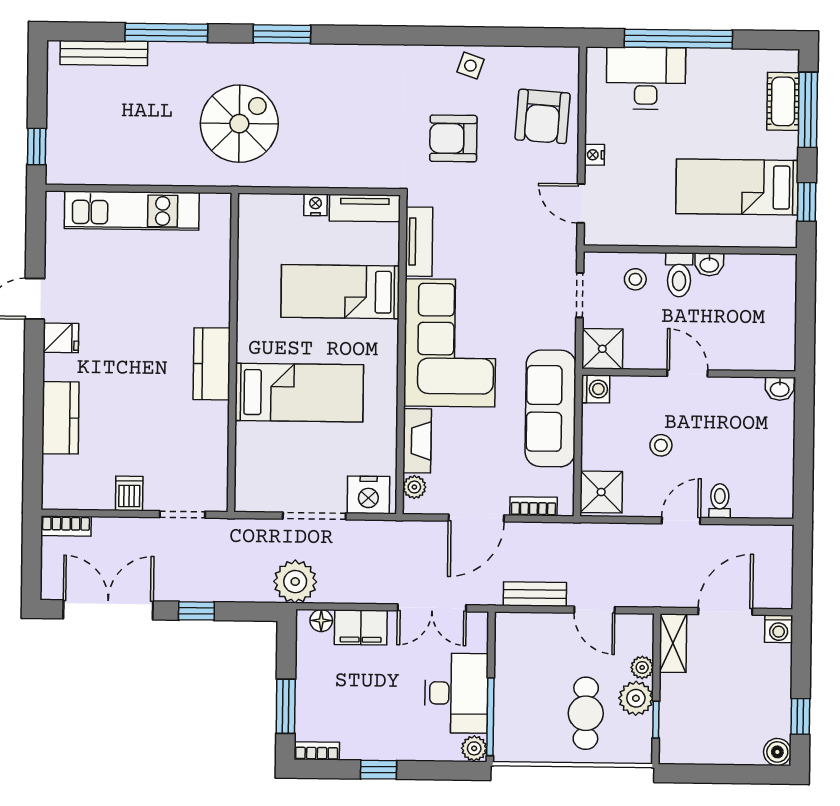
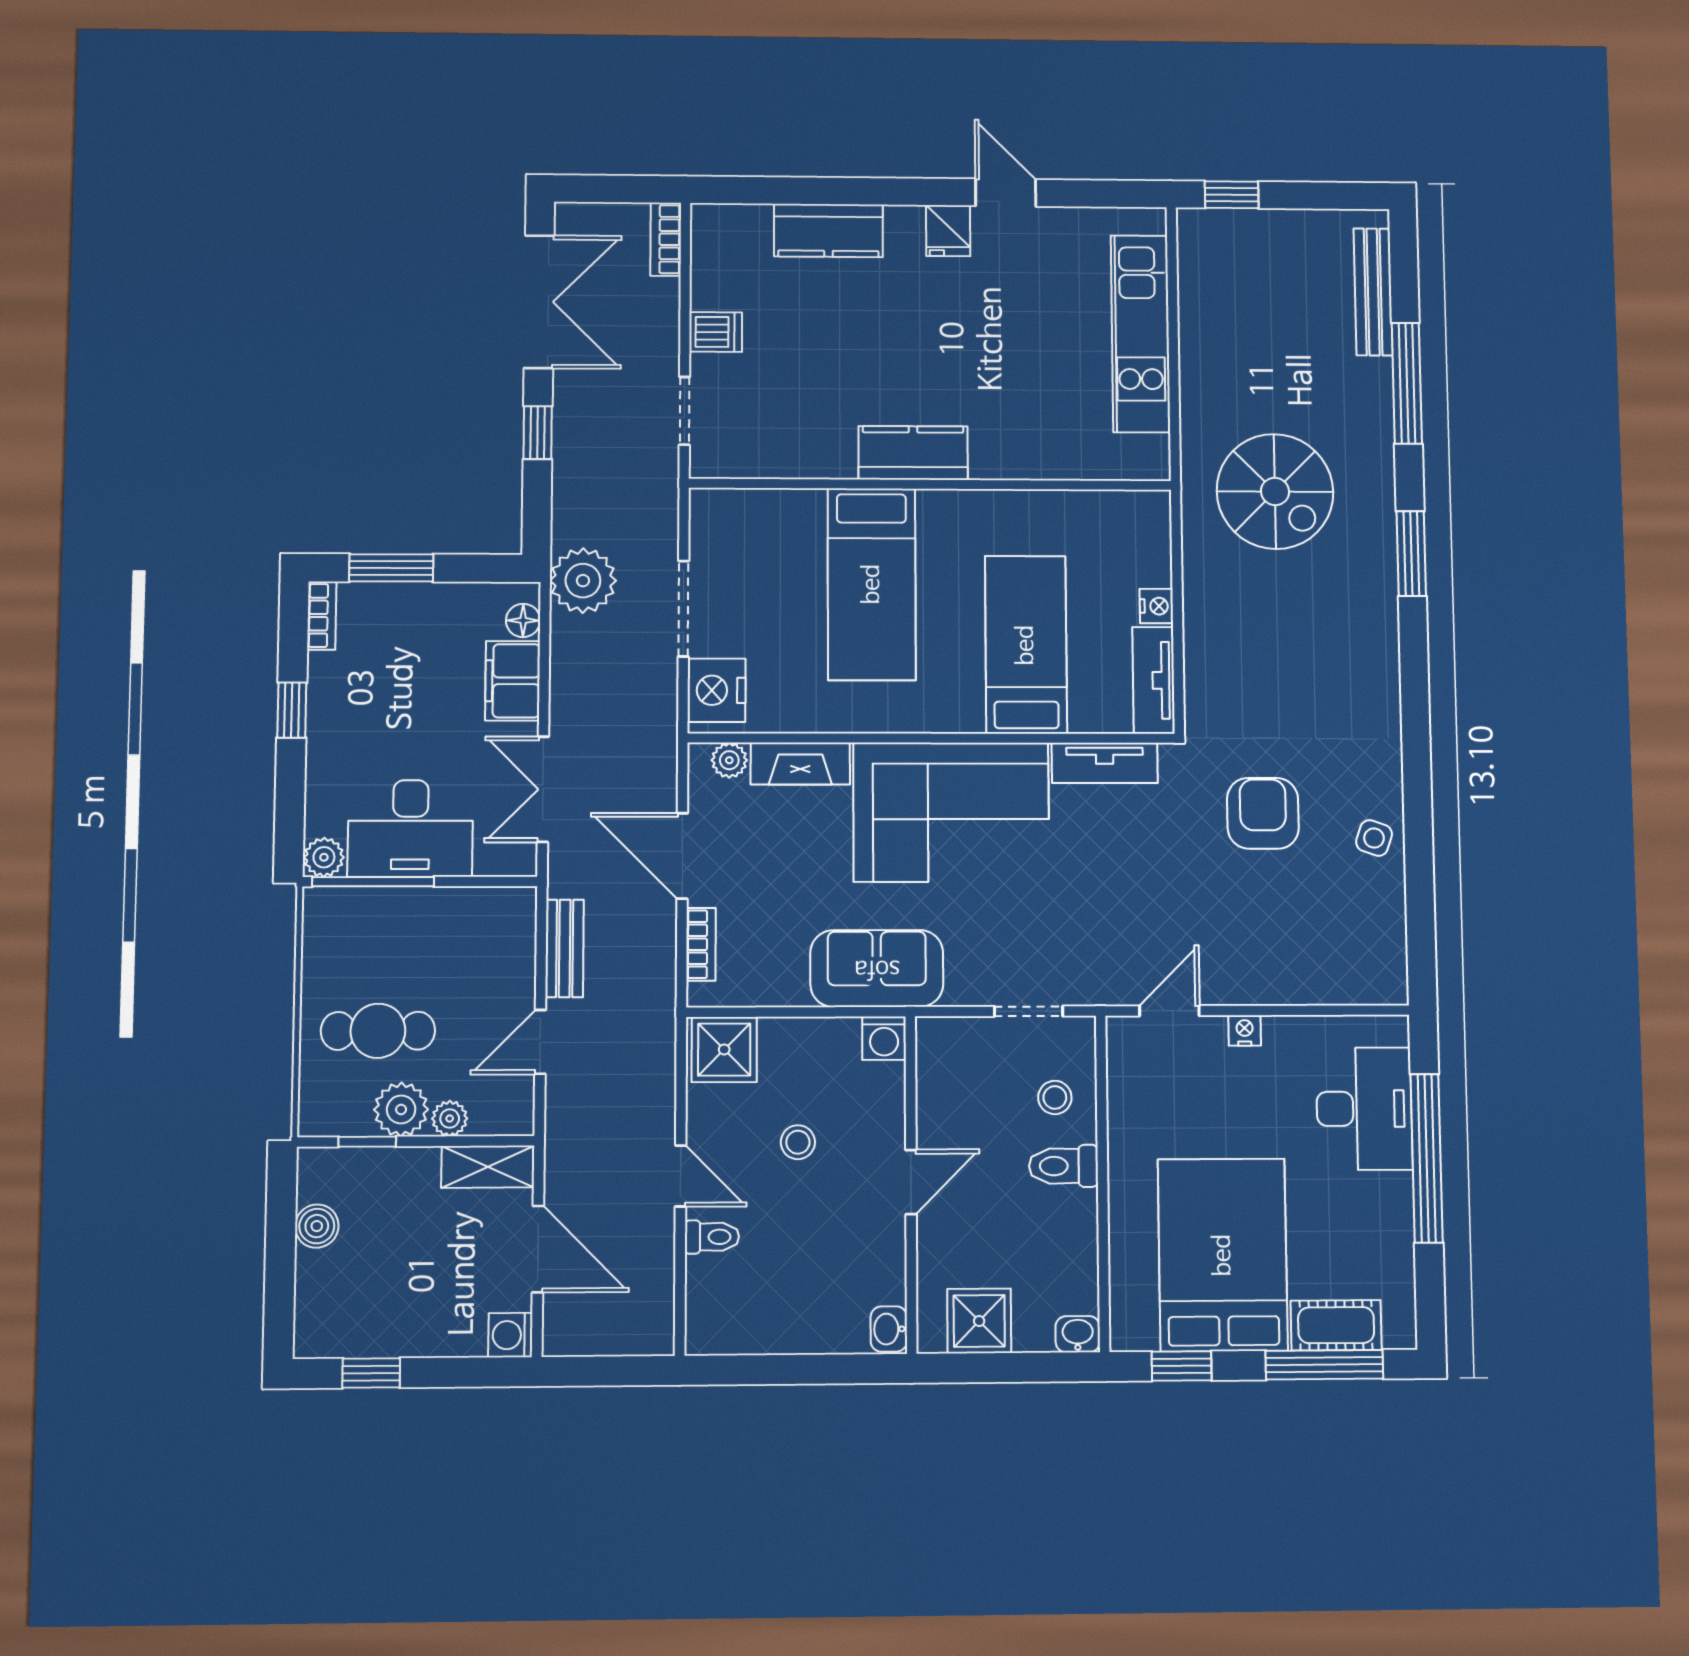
armchair: (543, 116) -> (1301, 950), removed
bed: (737, 187) -> (1223, 1255), width x1.50
washbasin: (709, 264) -> (1078, 1334), moved, turned 90
shower: (602, 349) -> (979, 1321), moved
sofa: (551, 408) -> (877, 968), width x0.73
boiler: (777, 752) -> (317, 1226), moved

